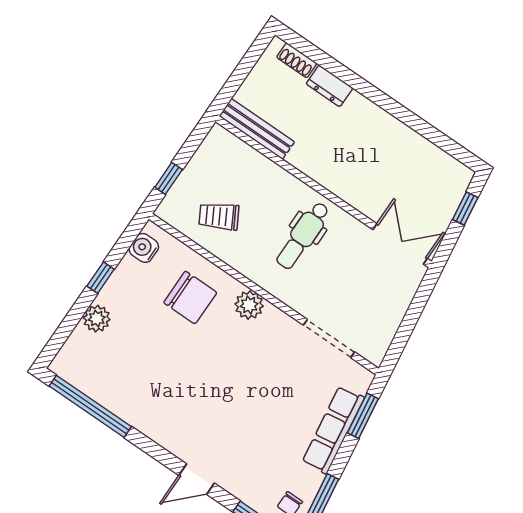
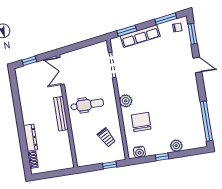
dresser: (329, 86) -> (31, 138), width x1.44
bench: (257, 129) -> (61, 114), moved

